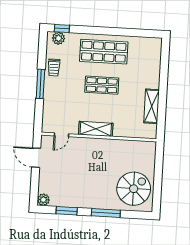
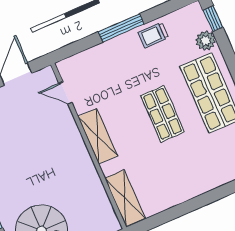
plant: (58, 38) -> (206, 41), moved
shelving: (152, 106) -> (125, 198), moved, turned 90

